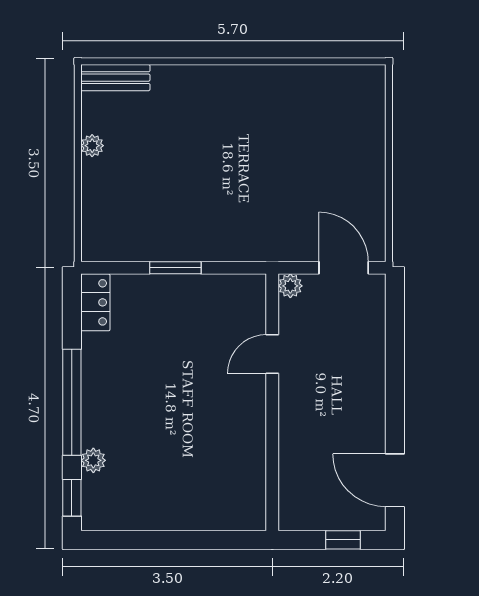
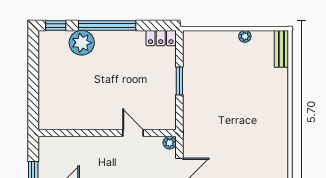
plant: (93, 460) -> (82, 43), width x1.88, depth x1.88

